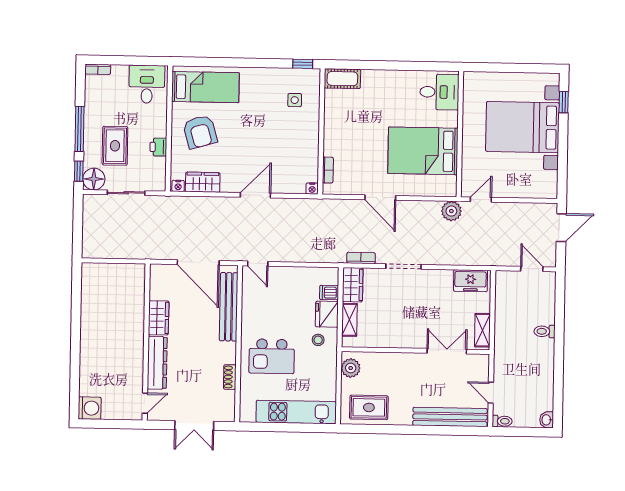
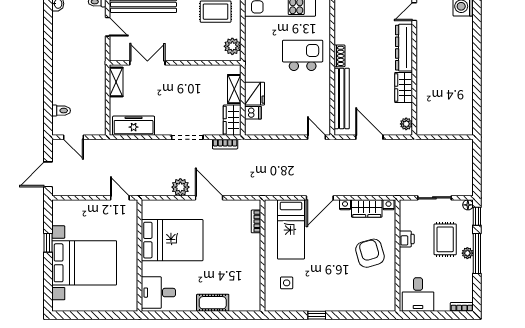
window: (303, 64) -> (317, 315), moved
cot: (342, 79) -> (213, 303), moved
bed: (205, 87) -> (291, 229), moved, turned -90
window: (564, 102) -> (48, 243), moved
plant: (90, 130) -> (467, 253), added
floor lamp: (94, 179) -> (468, 205), width x0.53, depth x0.53
nightstand: (312, 189) -> (345, 205), moved
door: (481, 200) -> (120, 198), swing flipped
plant: (451, 211) -> (180, 187), moved
door: (198, 263) -> (369, 137), width x0.73
plant: (156, 277) -> (406, 124), added
freezer: (470, 281) -> (134, 126), width x1.40
toilet: (545, 331) -> (61, 111), moved
stool: (318, 340) -> (262, 71), removed
double door: (447, 351) -> (147, 63), swing flipped
shoe rack: (230, 377) -> (339, 56), moved

